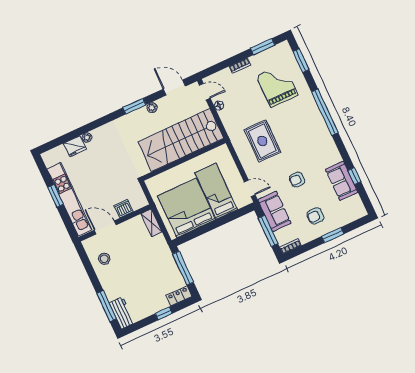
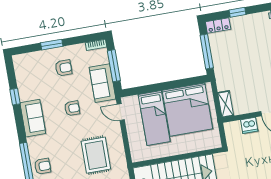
armchair: (310, 117) -> (43, 166), added
sofa: (342, 181) -> (33, 118), moved

